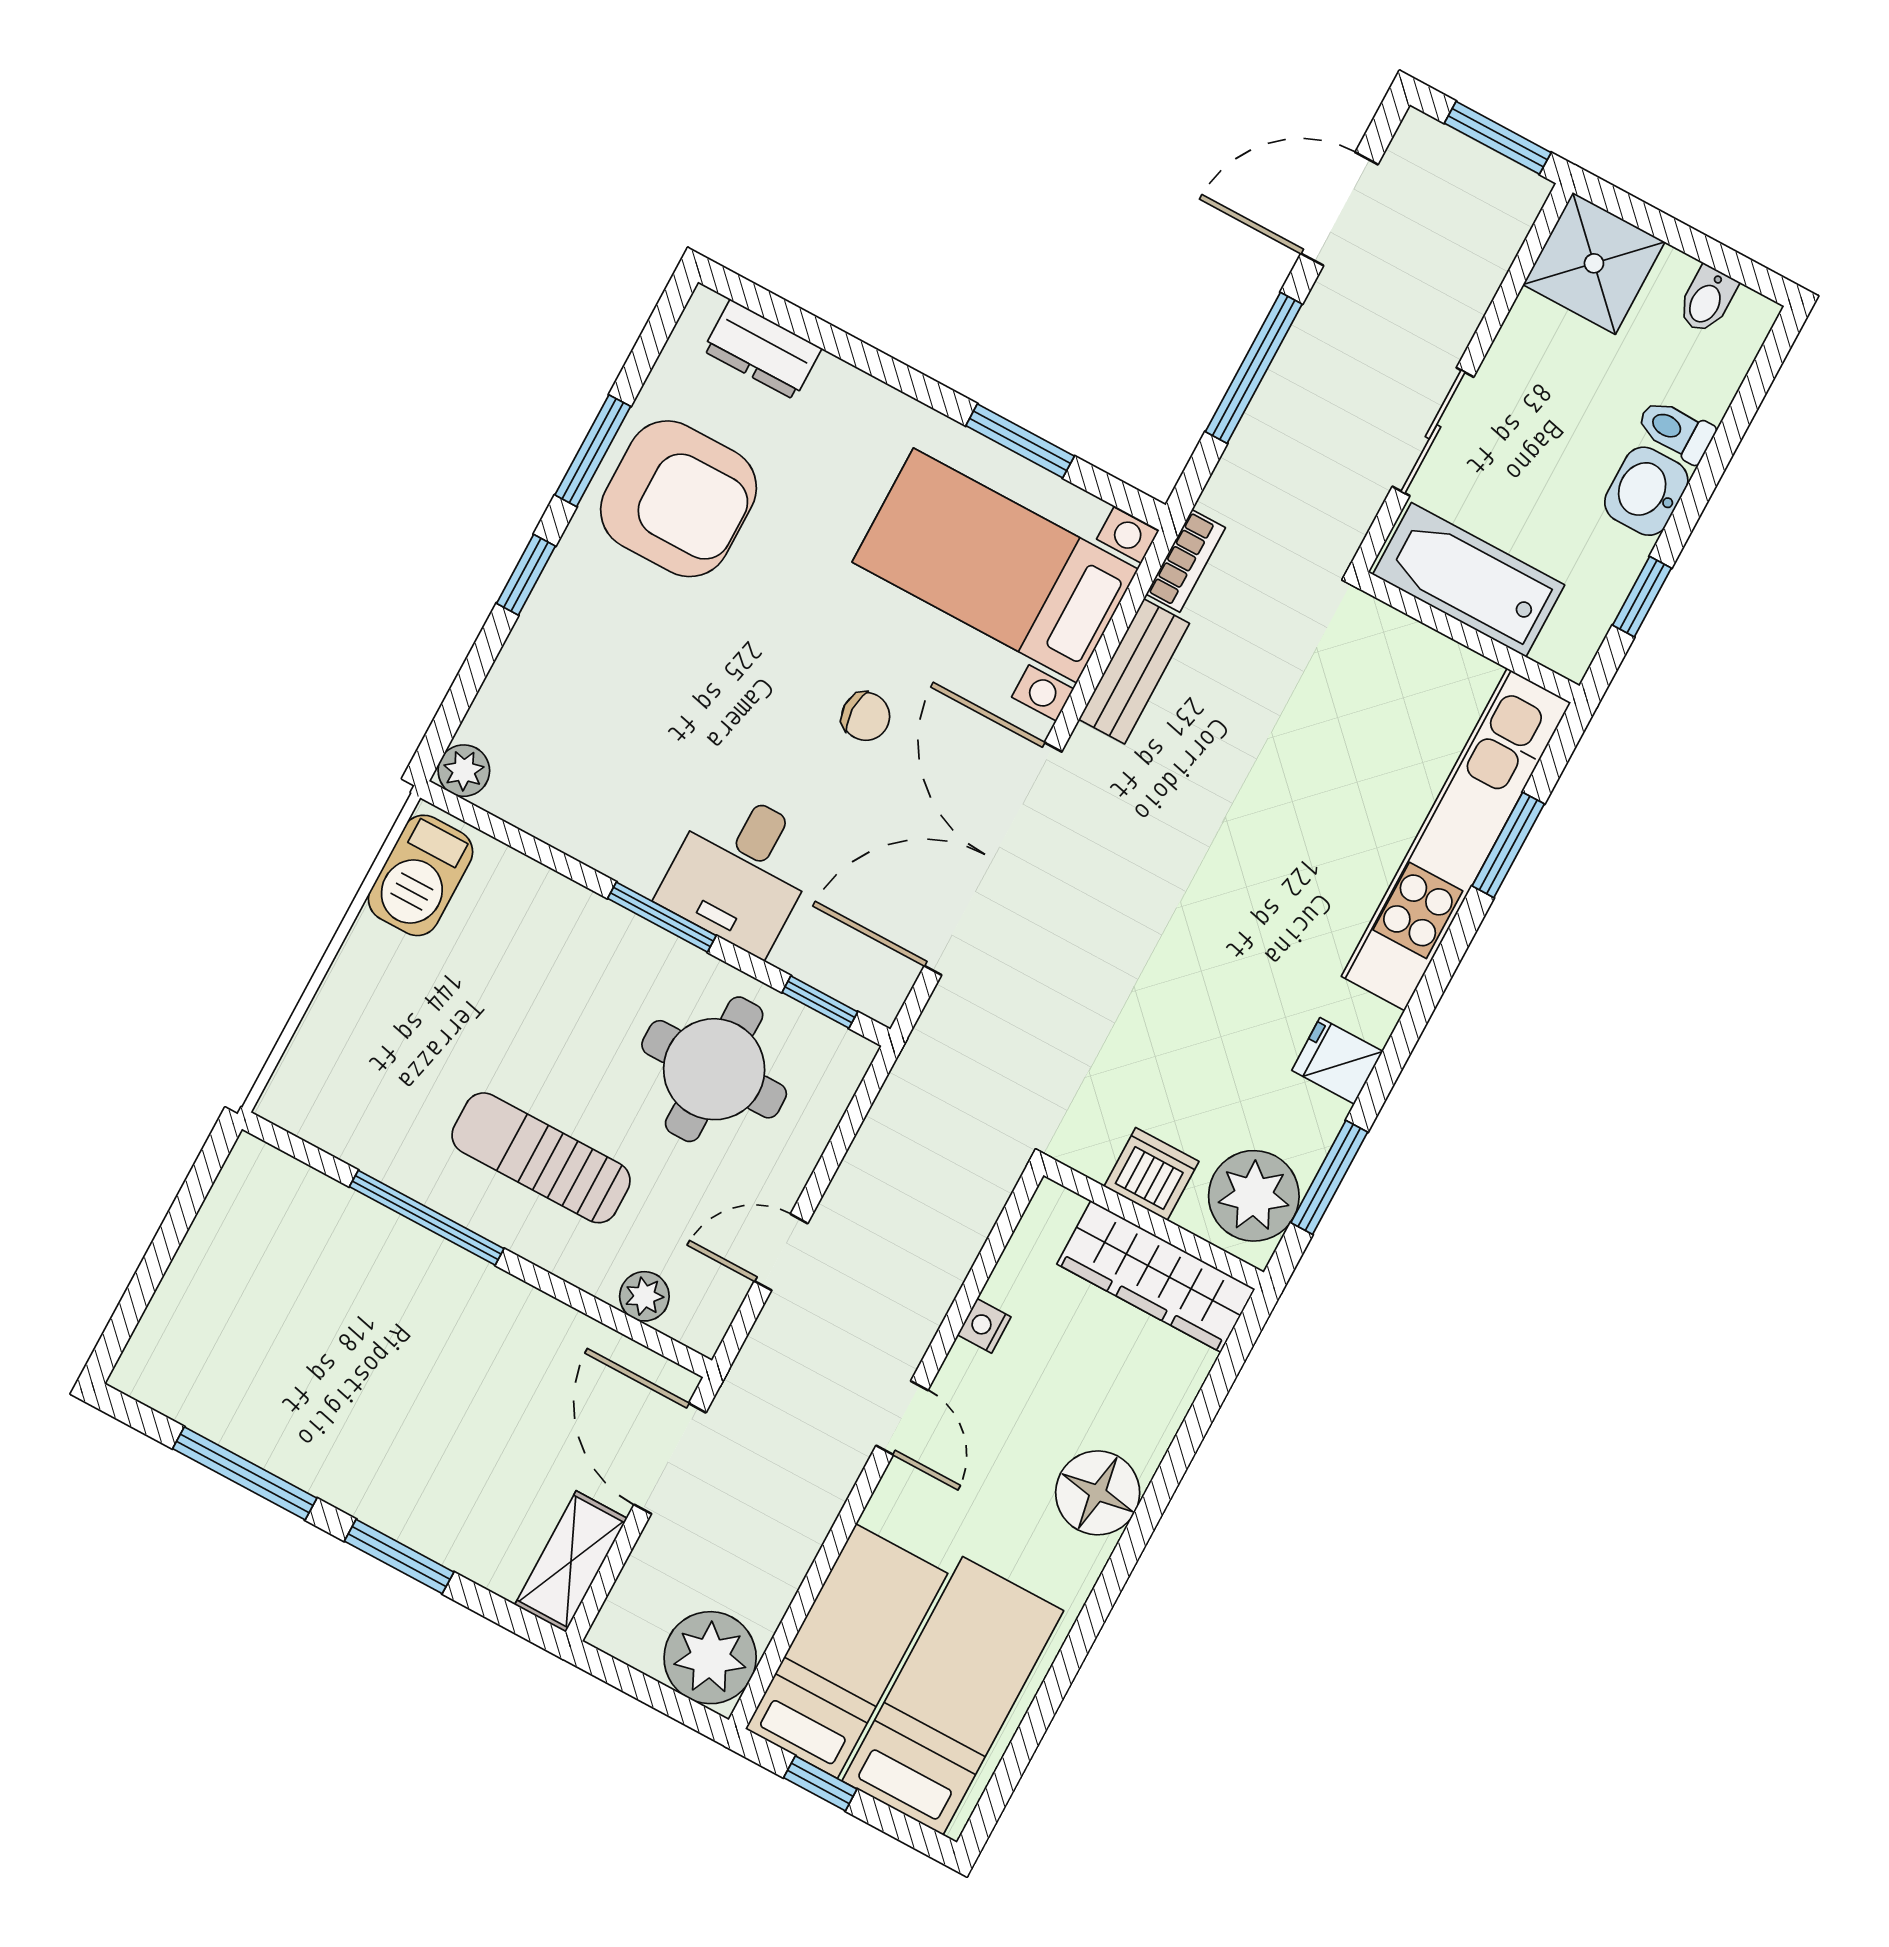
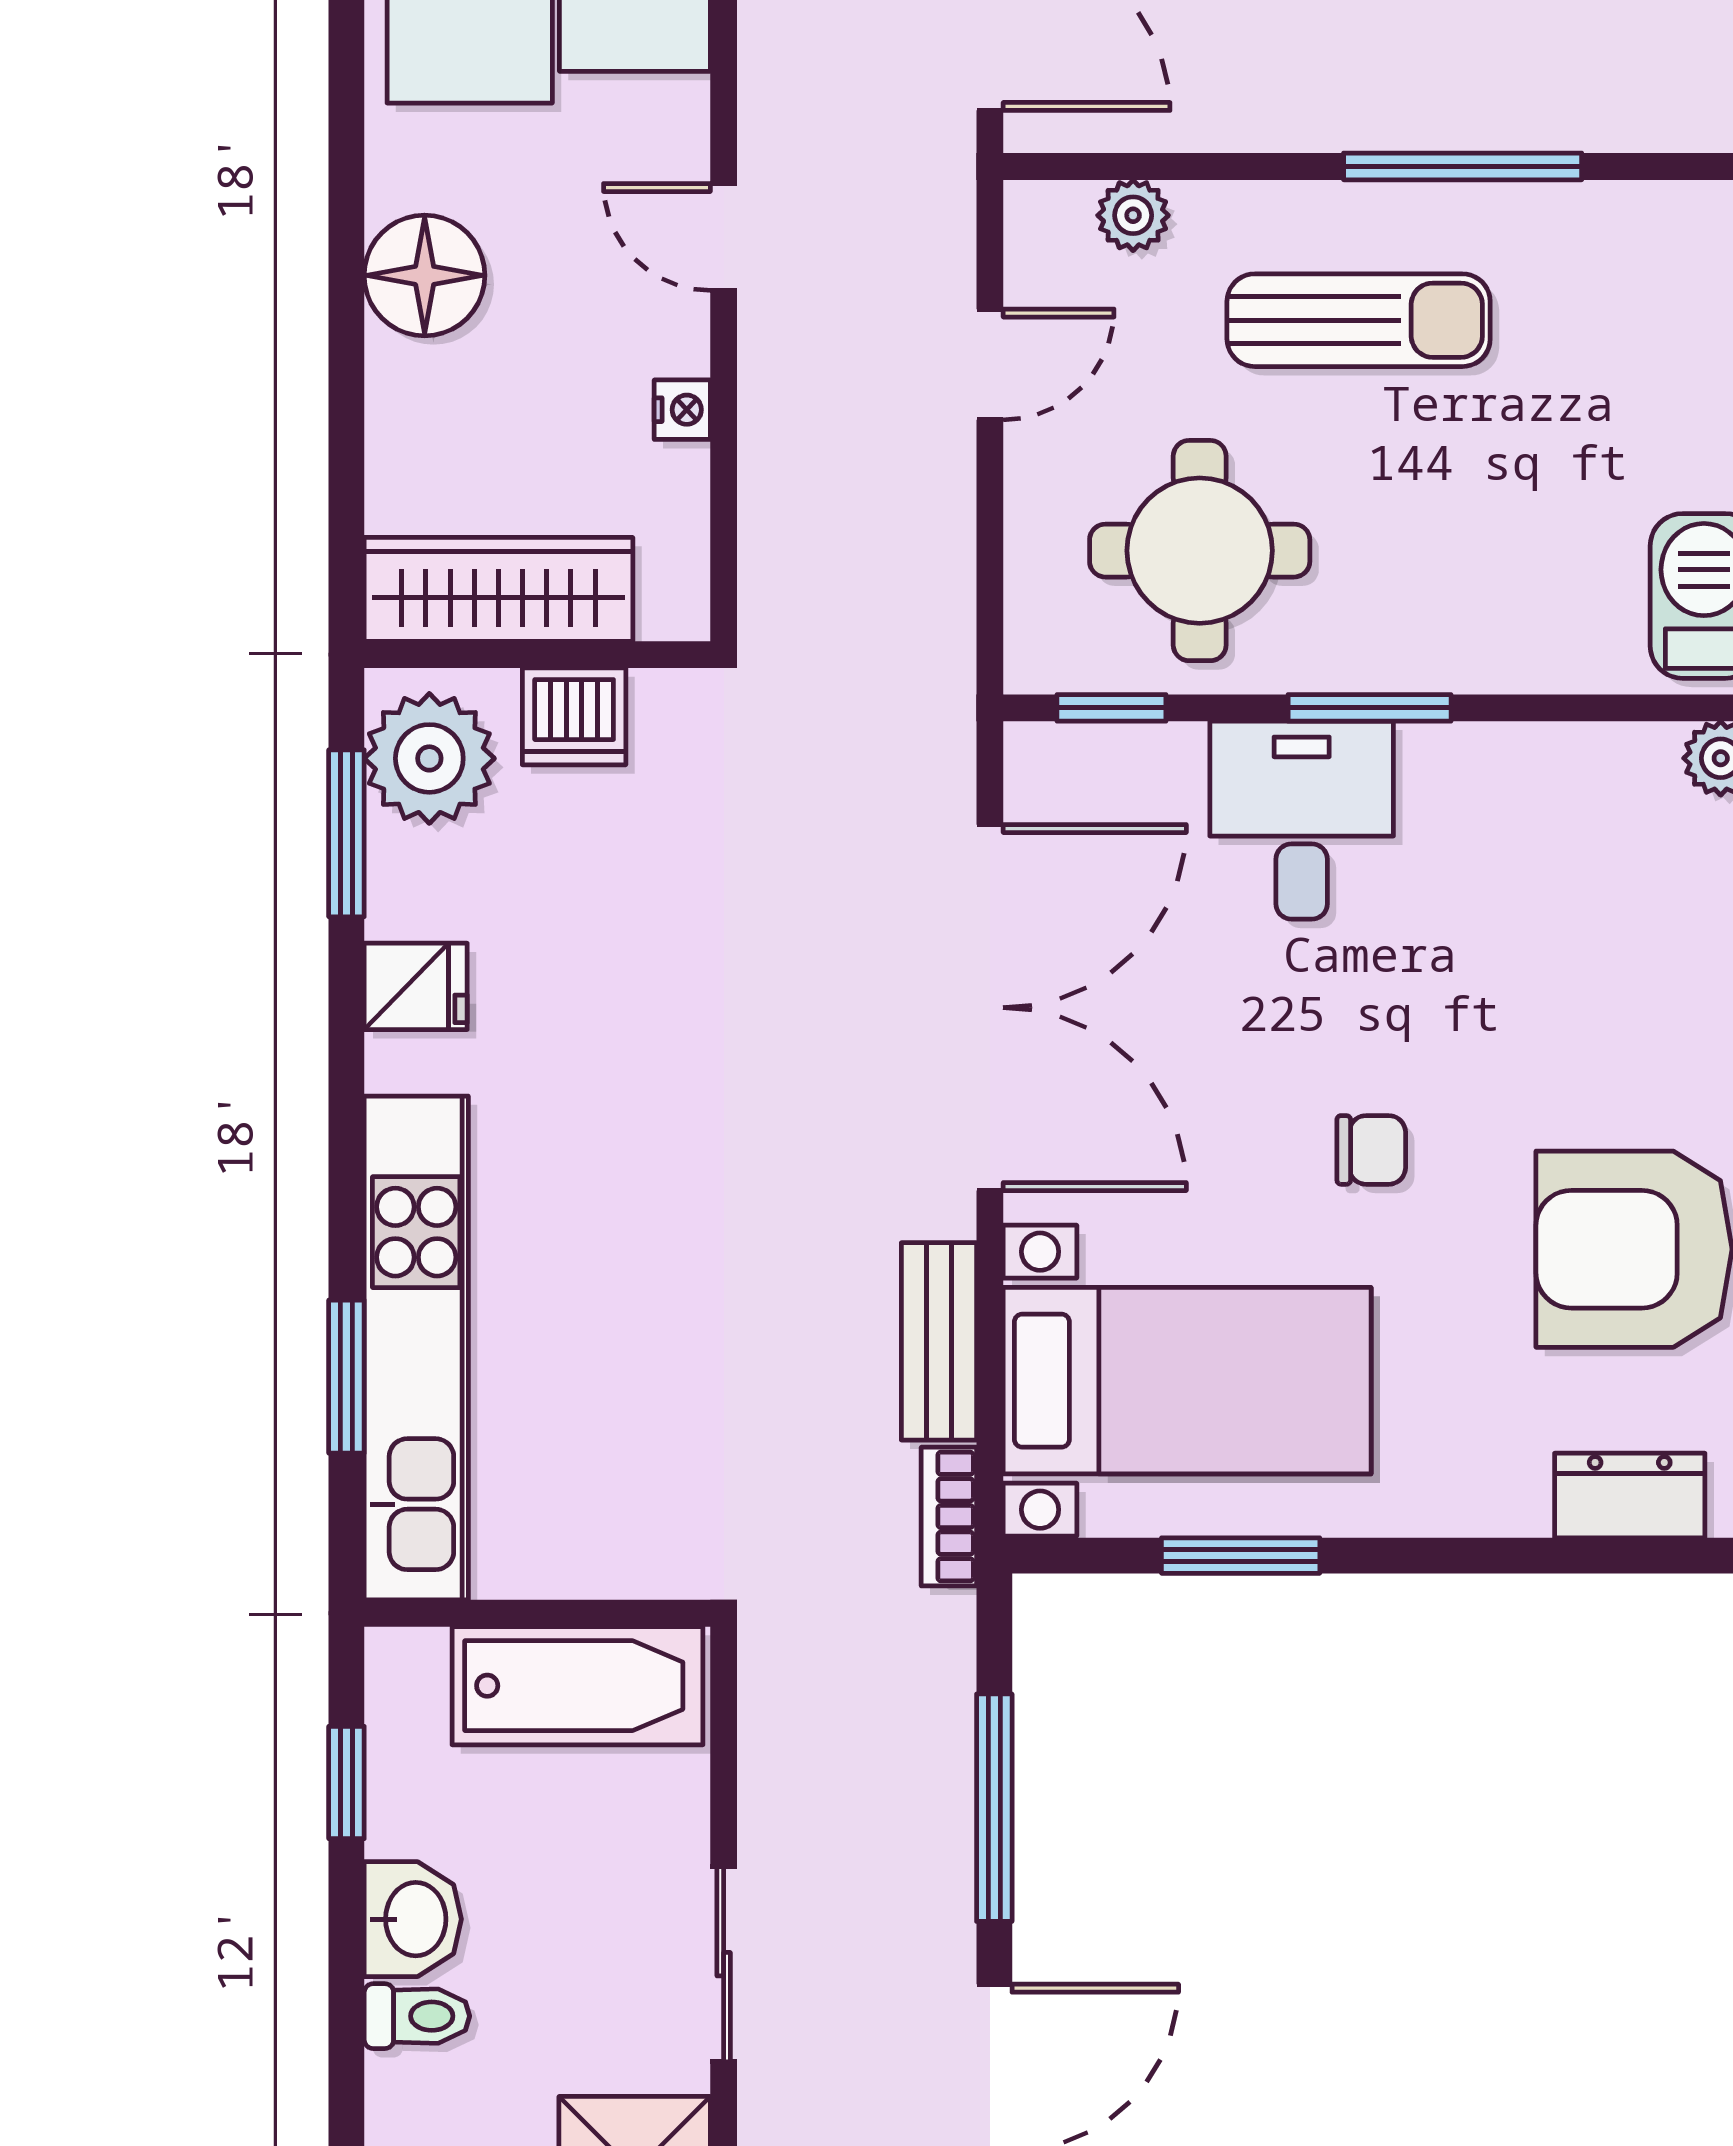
sliding door: (1433, 432) -> (724, 1964), moved
chair: (866, 716) -> (1371, 1150), moved, turned 180

